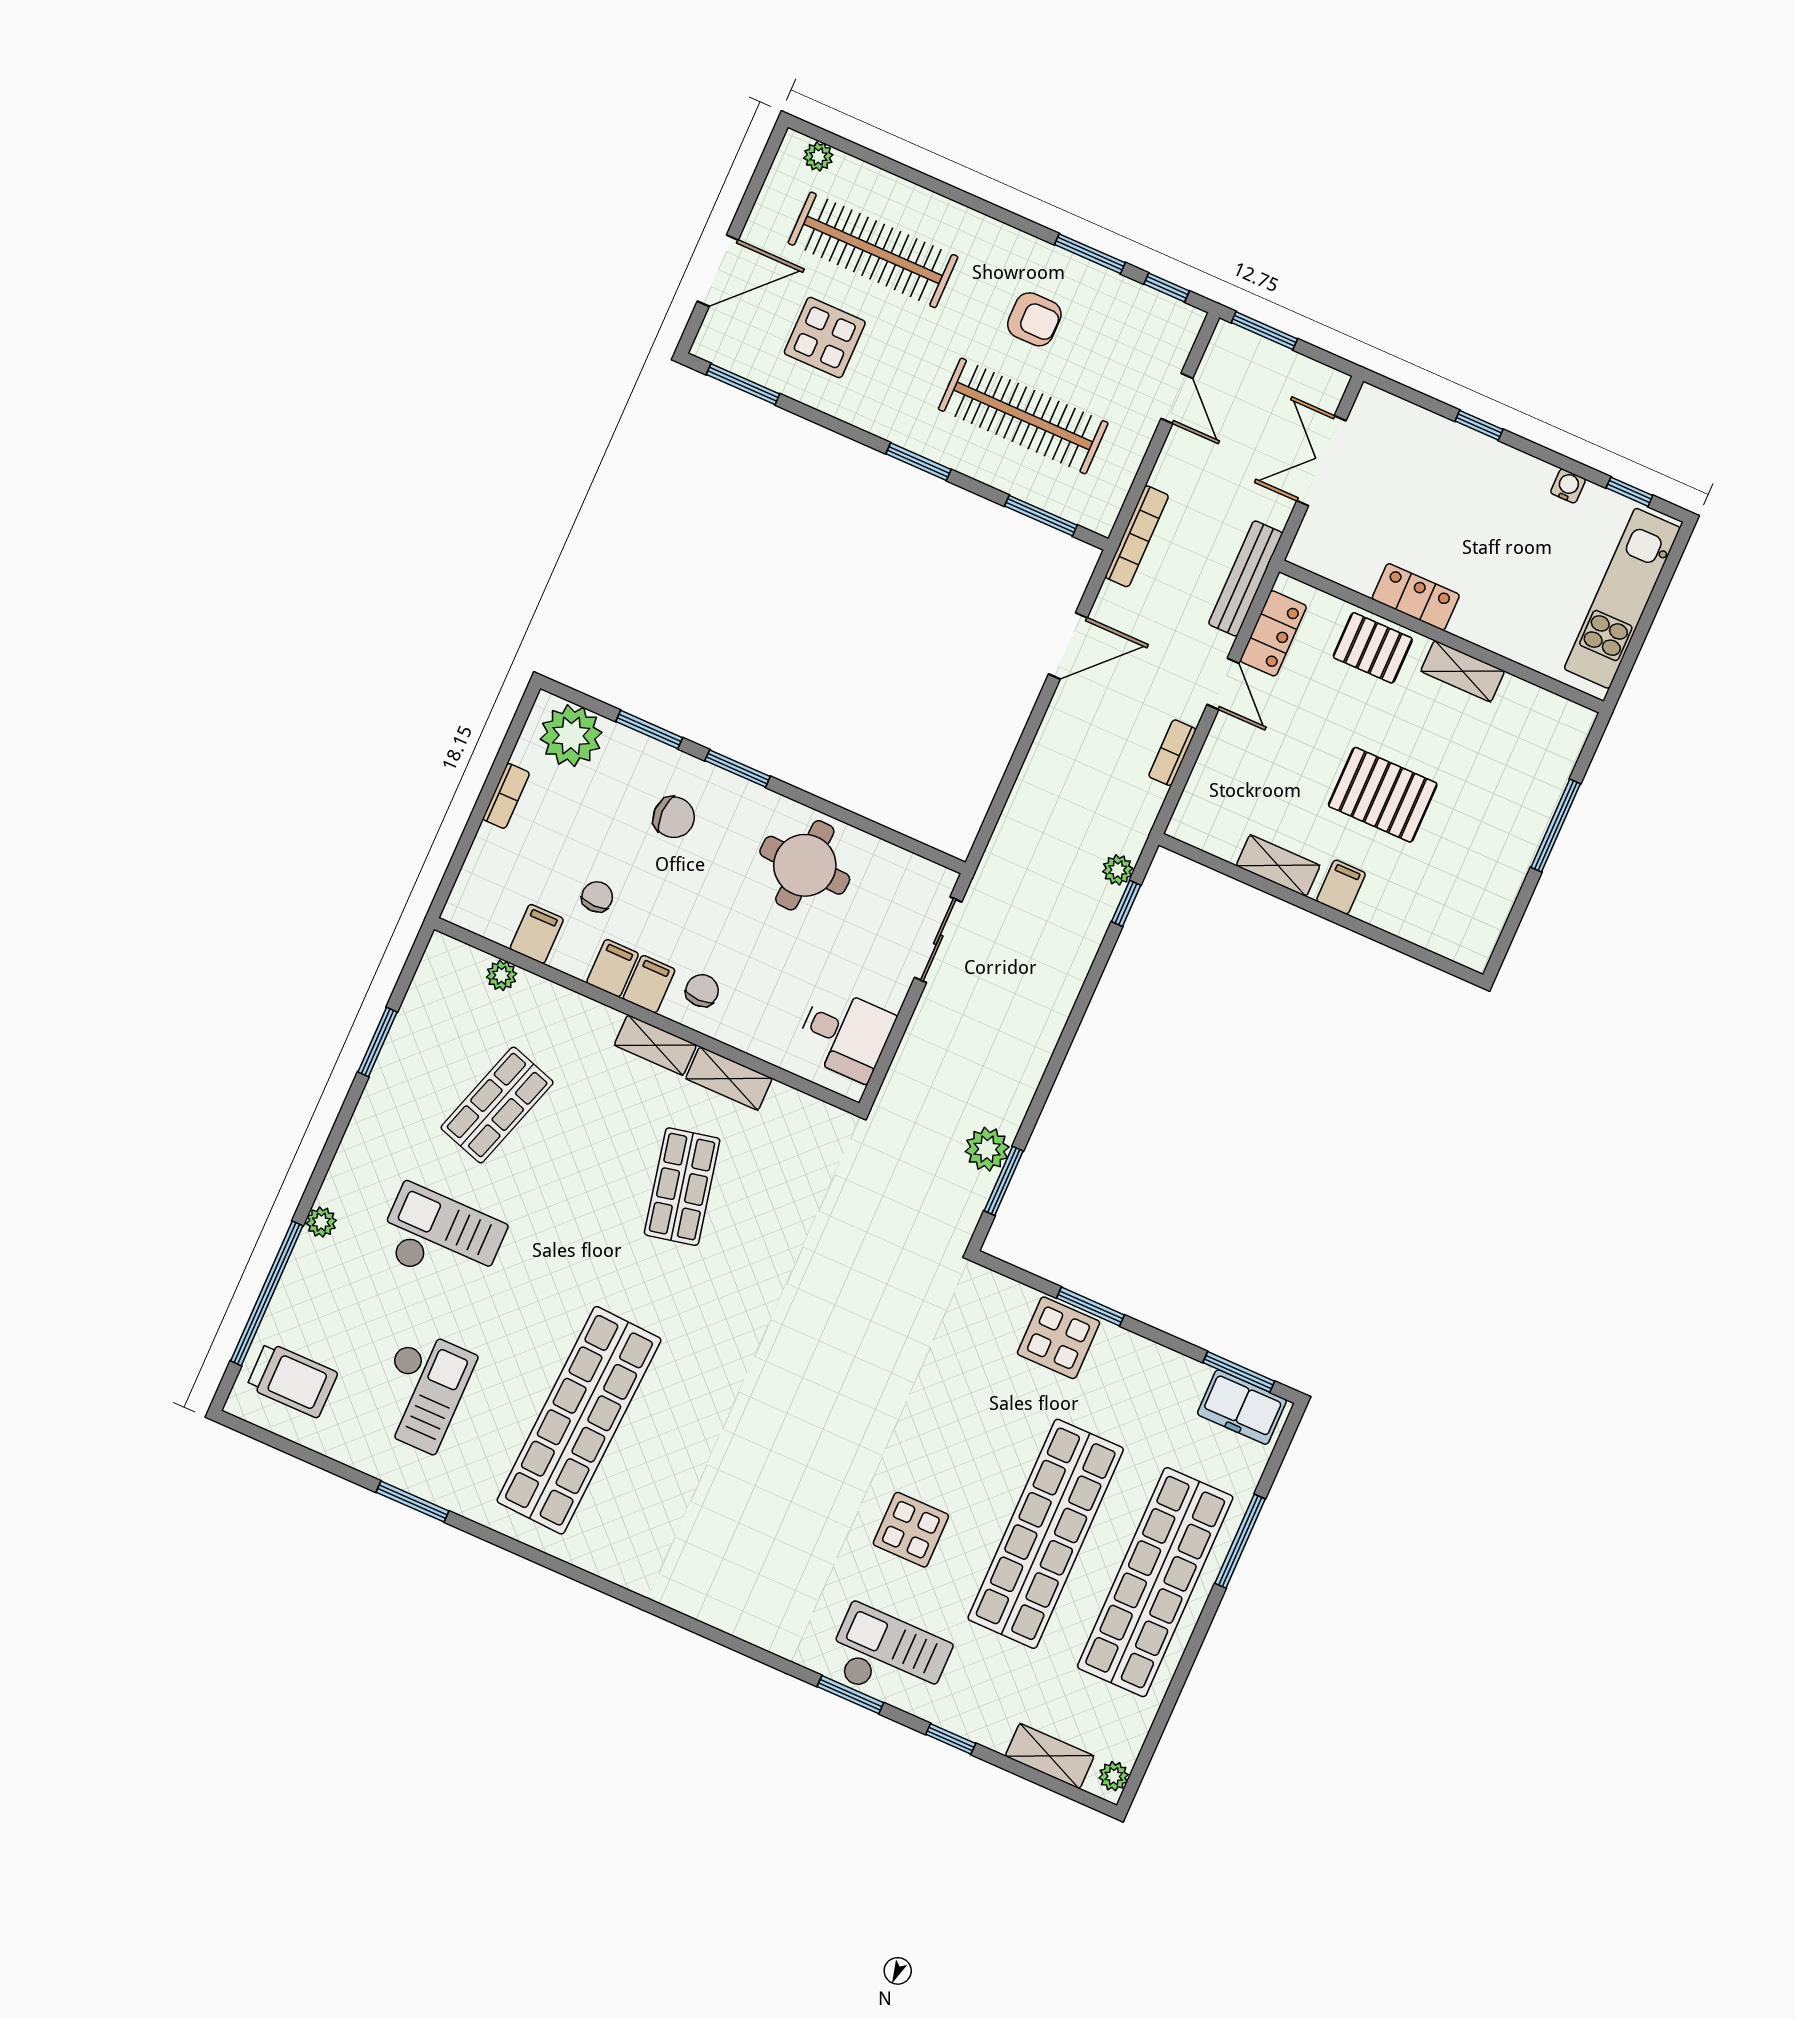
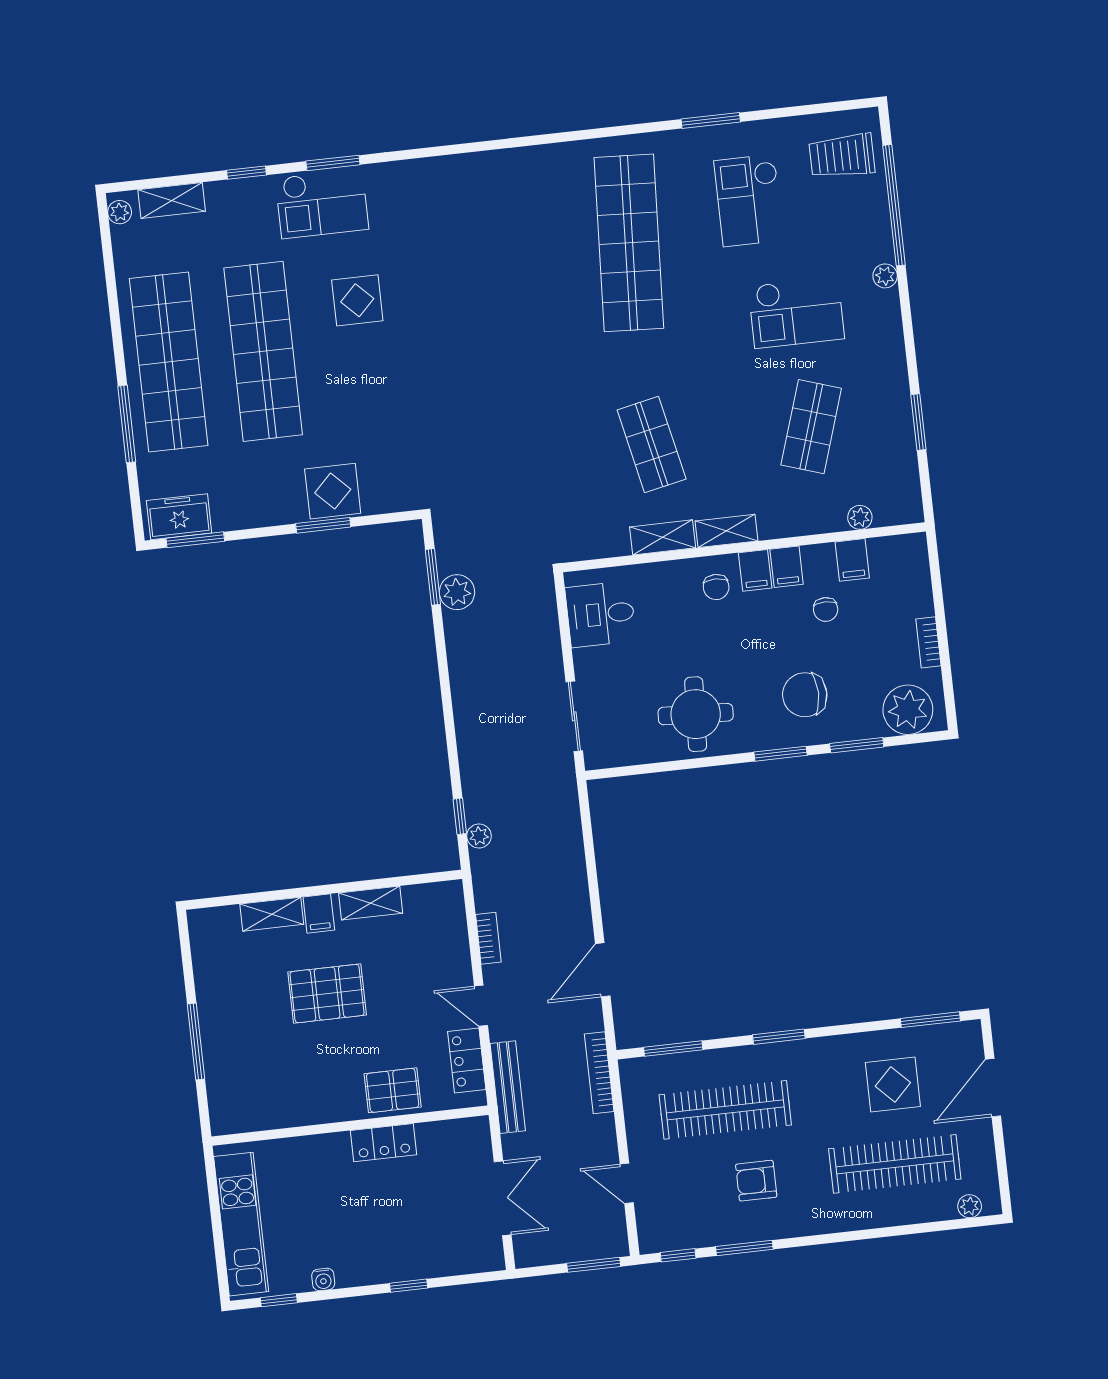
shelving: (1463, 671) -> (272, 914), moved
chair: (674, 817) -> (805, 695), width x1.37, depth x1.37

